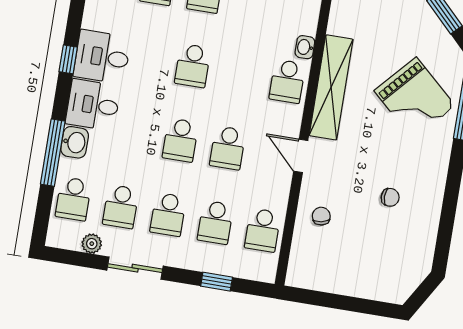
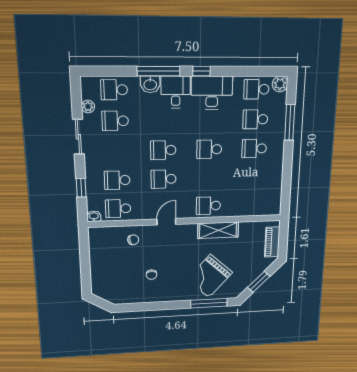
washbasin: (305, 47) -> (94, 216), moved
desk: (102, 57) -> (212, 93), width x1.37
shelving: (331, 87) -> (218, 230), width x0.68
window: (53, 153) -> (159, 71), moved
school desk: (168, 215) -> (116, 151), removed

